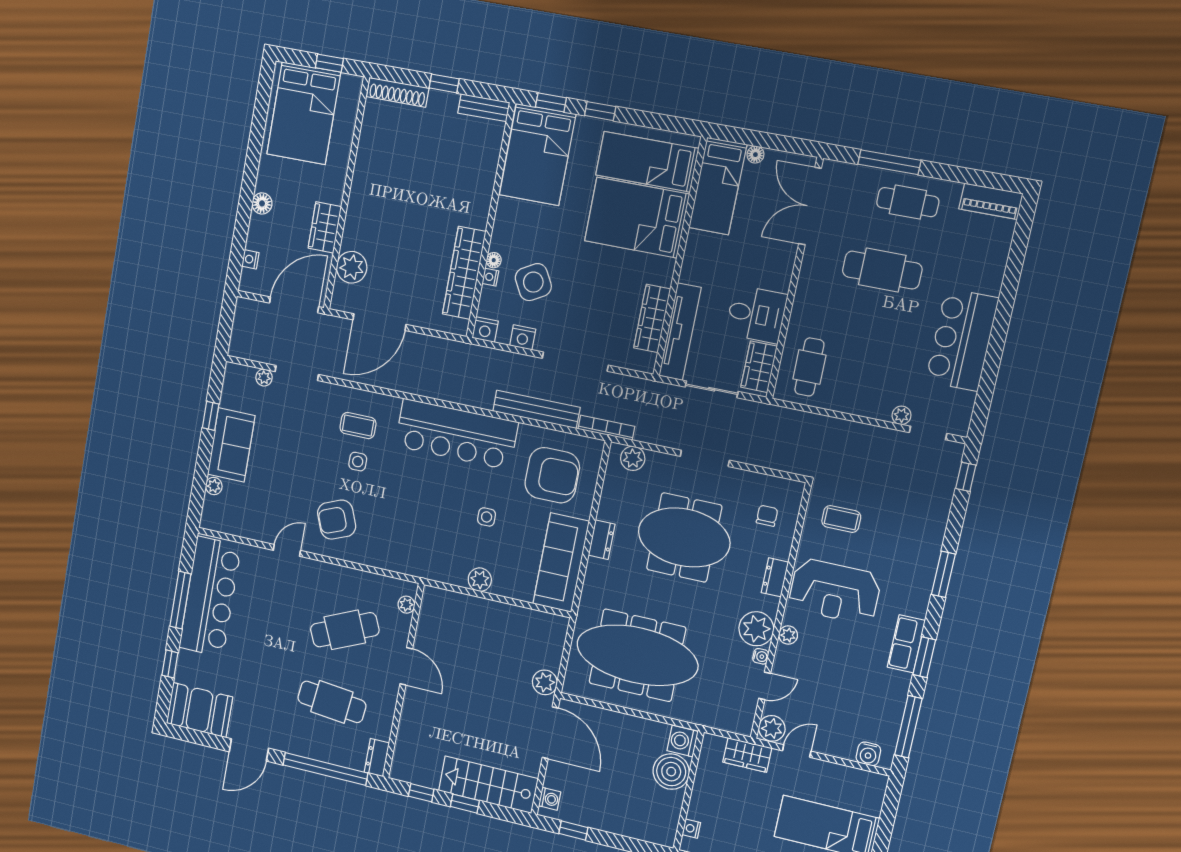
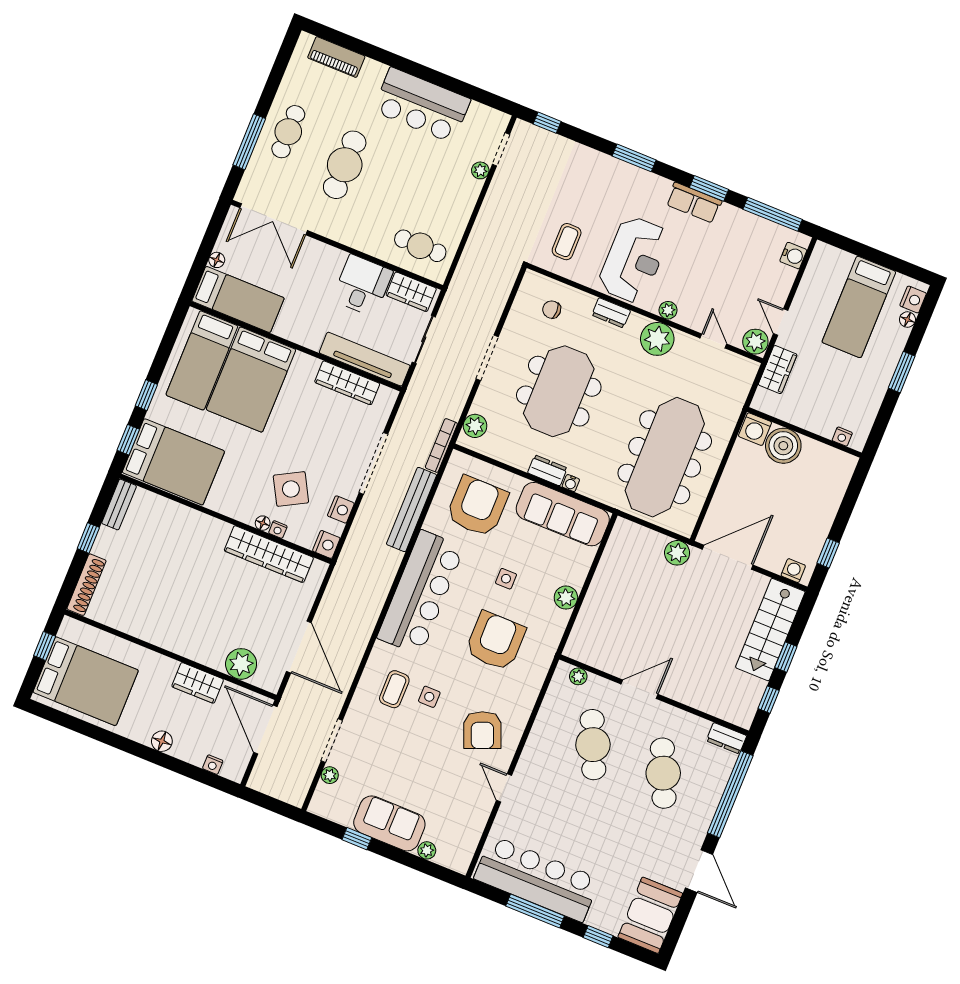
piano: (991, 201) -> (336, 57), moved, turned 90
armchair: (424, 517) -> (495, 641), added
water cooler: (761, 656) -> (571, 483), moved, turned 180
cafe table: (332, 702) -> (663, 773), turned -30

